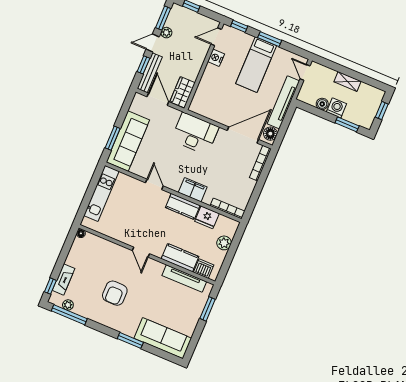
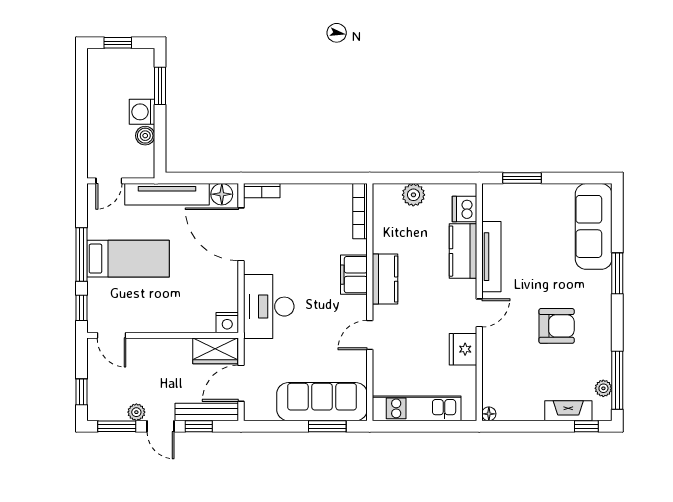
window: (270, 39) -> (81, 254), width x1.44
nightstand: (216, 58) -> (227, 323), moved
shelving: (348, 81) -> (96, 112), removed
bookcase: (260, 163) -> (262, 191), width x0.64
fridge: (207, 217) -> (463, 349), moved, turned 180
tv unit: (184, 279) -> (491, 257), moved

